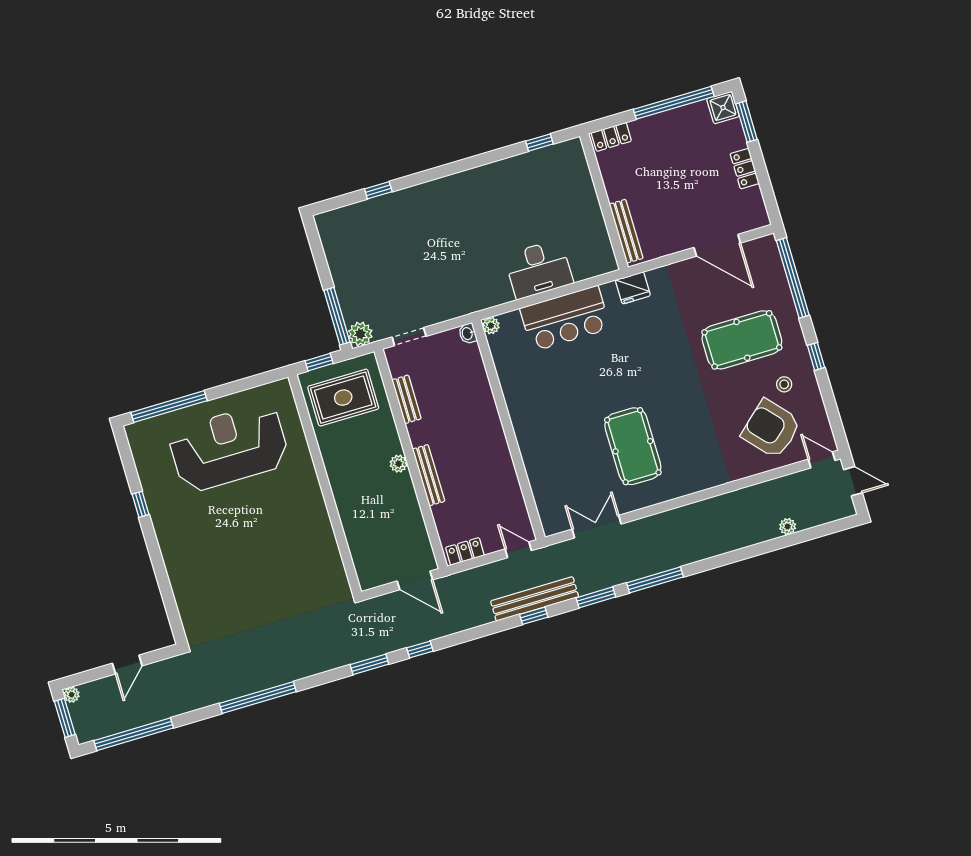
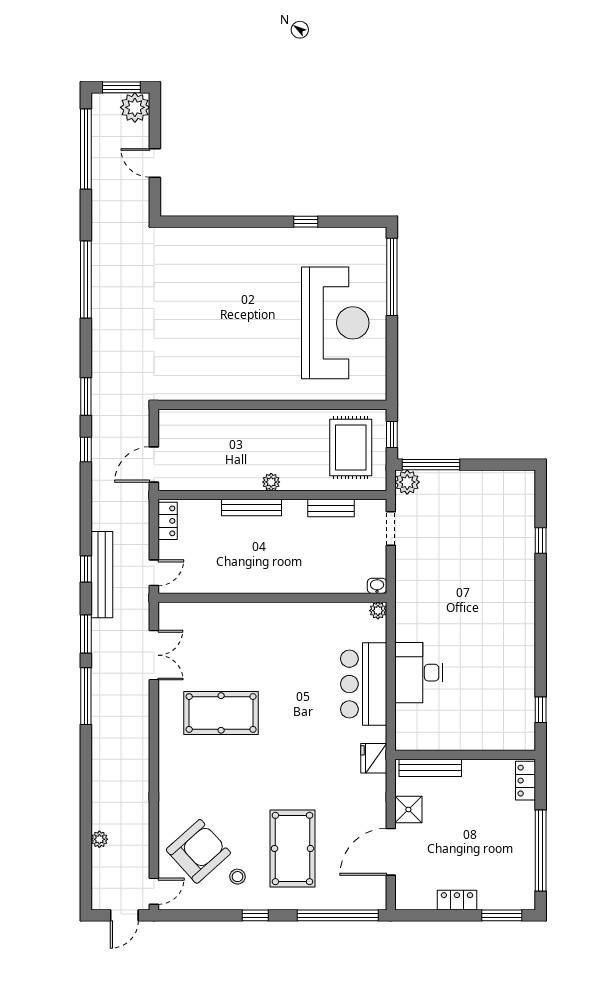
shower: (723, 108) -> (408, 809), moved
plant: (72, 695) -> (135, 107), width x1.87, depth x1.87

